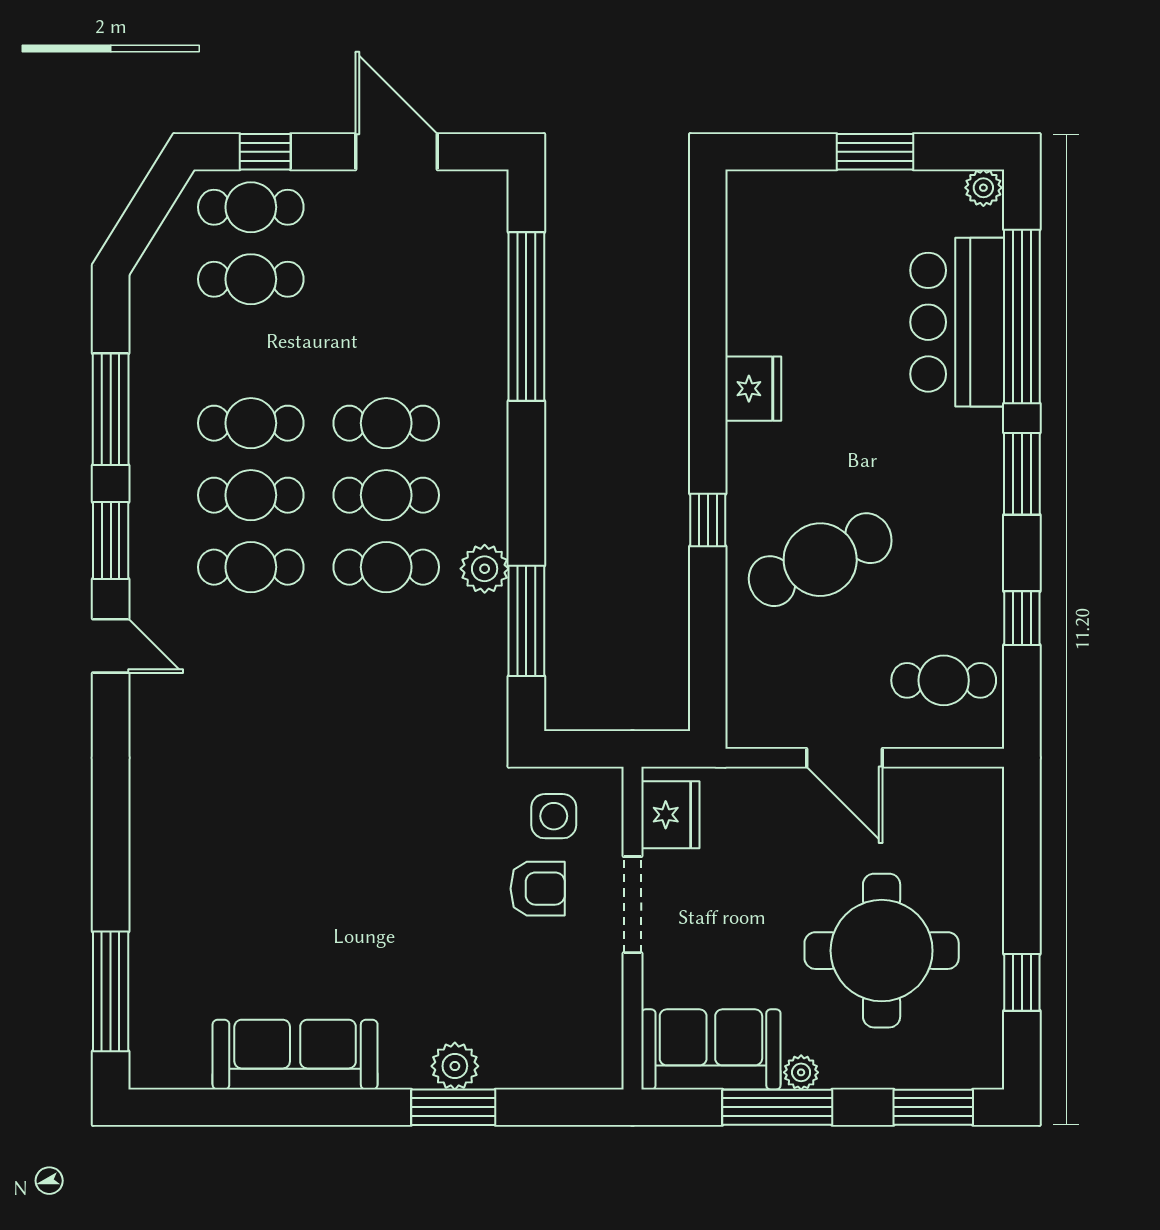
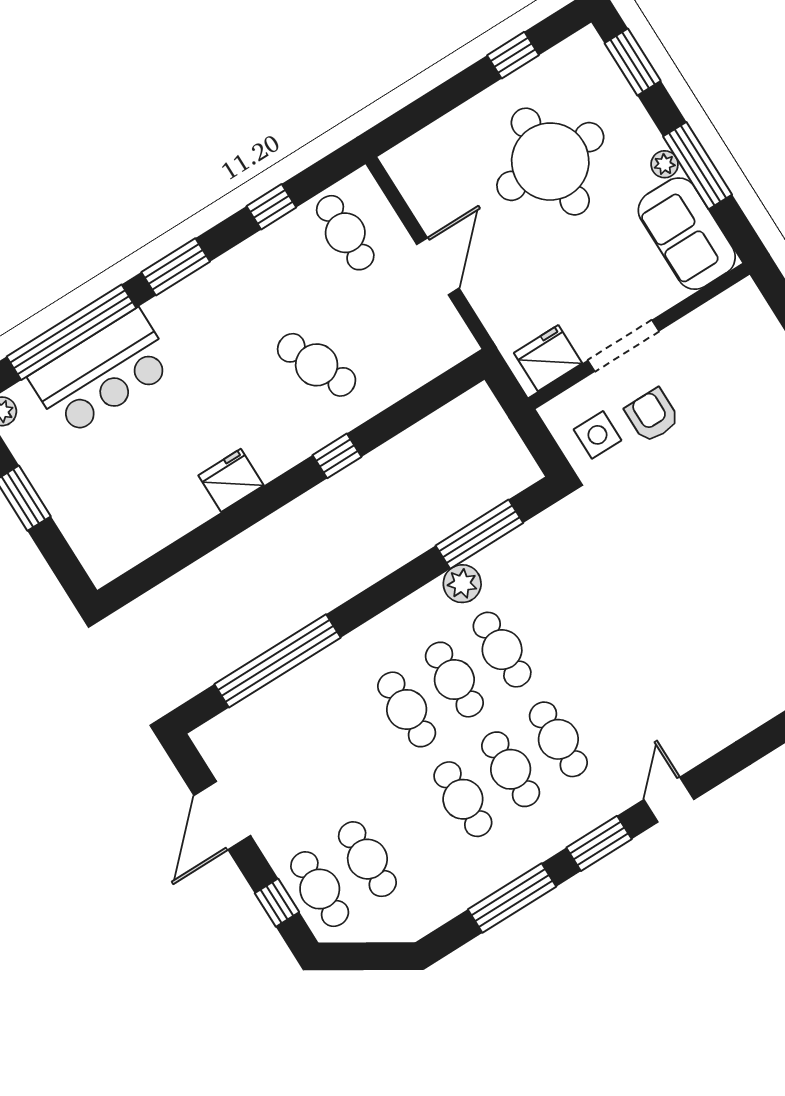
cafe table: (820, 560) -> (317, 365), width x0.73, depth x0.74

